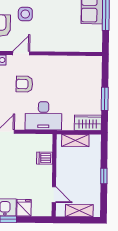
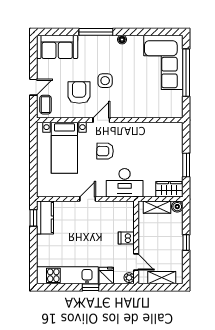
boiler: (95, 140) -> (177, 207), added
dishwasher: (45, 158) -> (126, 238), moved
plant: (47, 210) -> (129, 278), added

